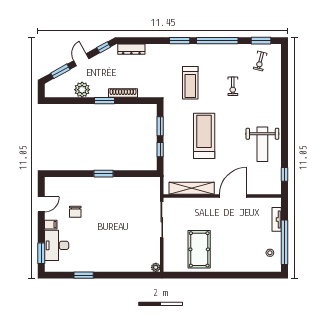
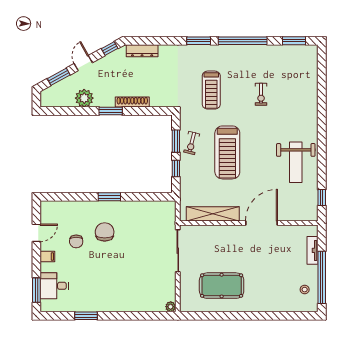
exercise bike: (260, 61) -> (192, 143), moved
treadmill: (204, 136) -> (227, 152), turned 180
chair: (99, 204) -> (105, 232), added
desk: (57, 245) -> (54, 286), width x0.73
pool table: (199, 249) -> (222, 286), turned 90

